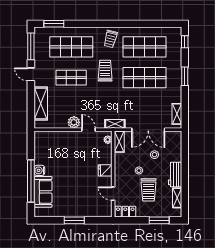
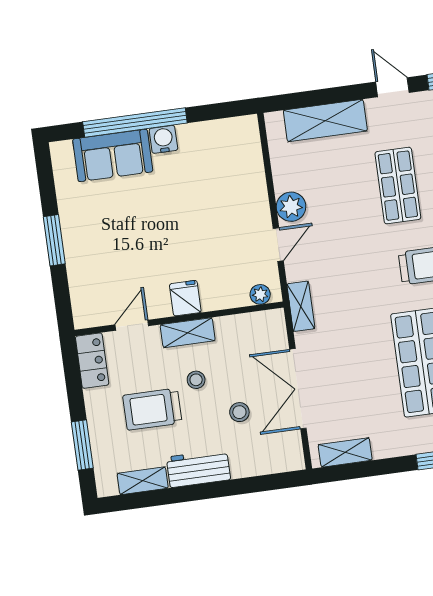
door: (31, 74) -> (392, 87), hinge flipped
shelving: (119, 142) -> (188, 333), moved

